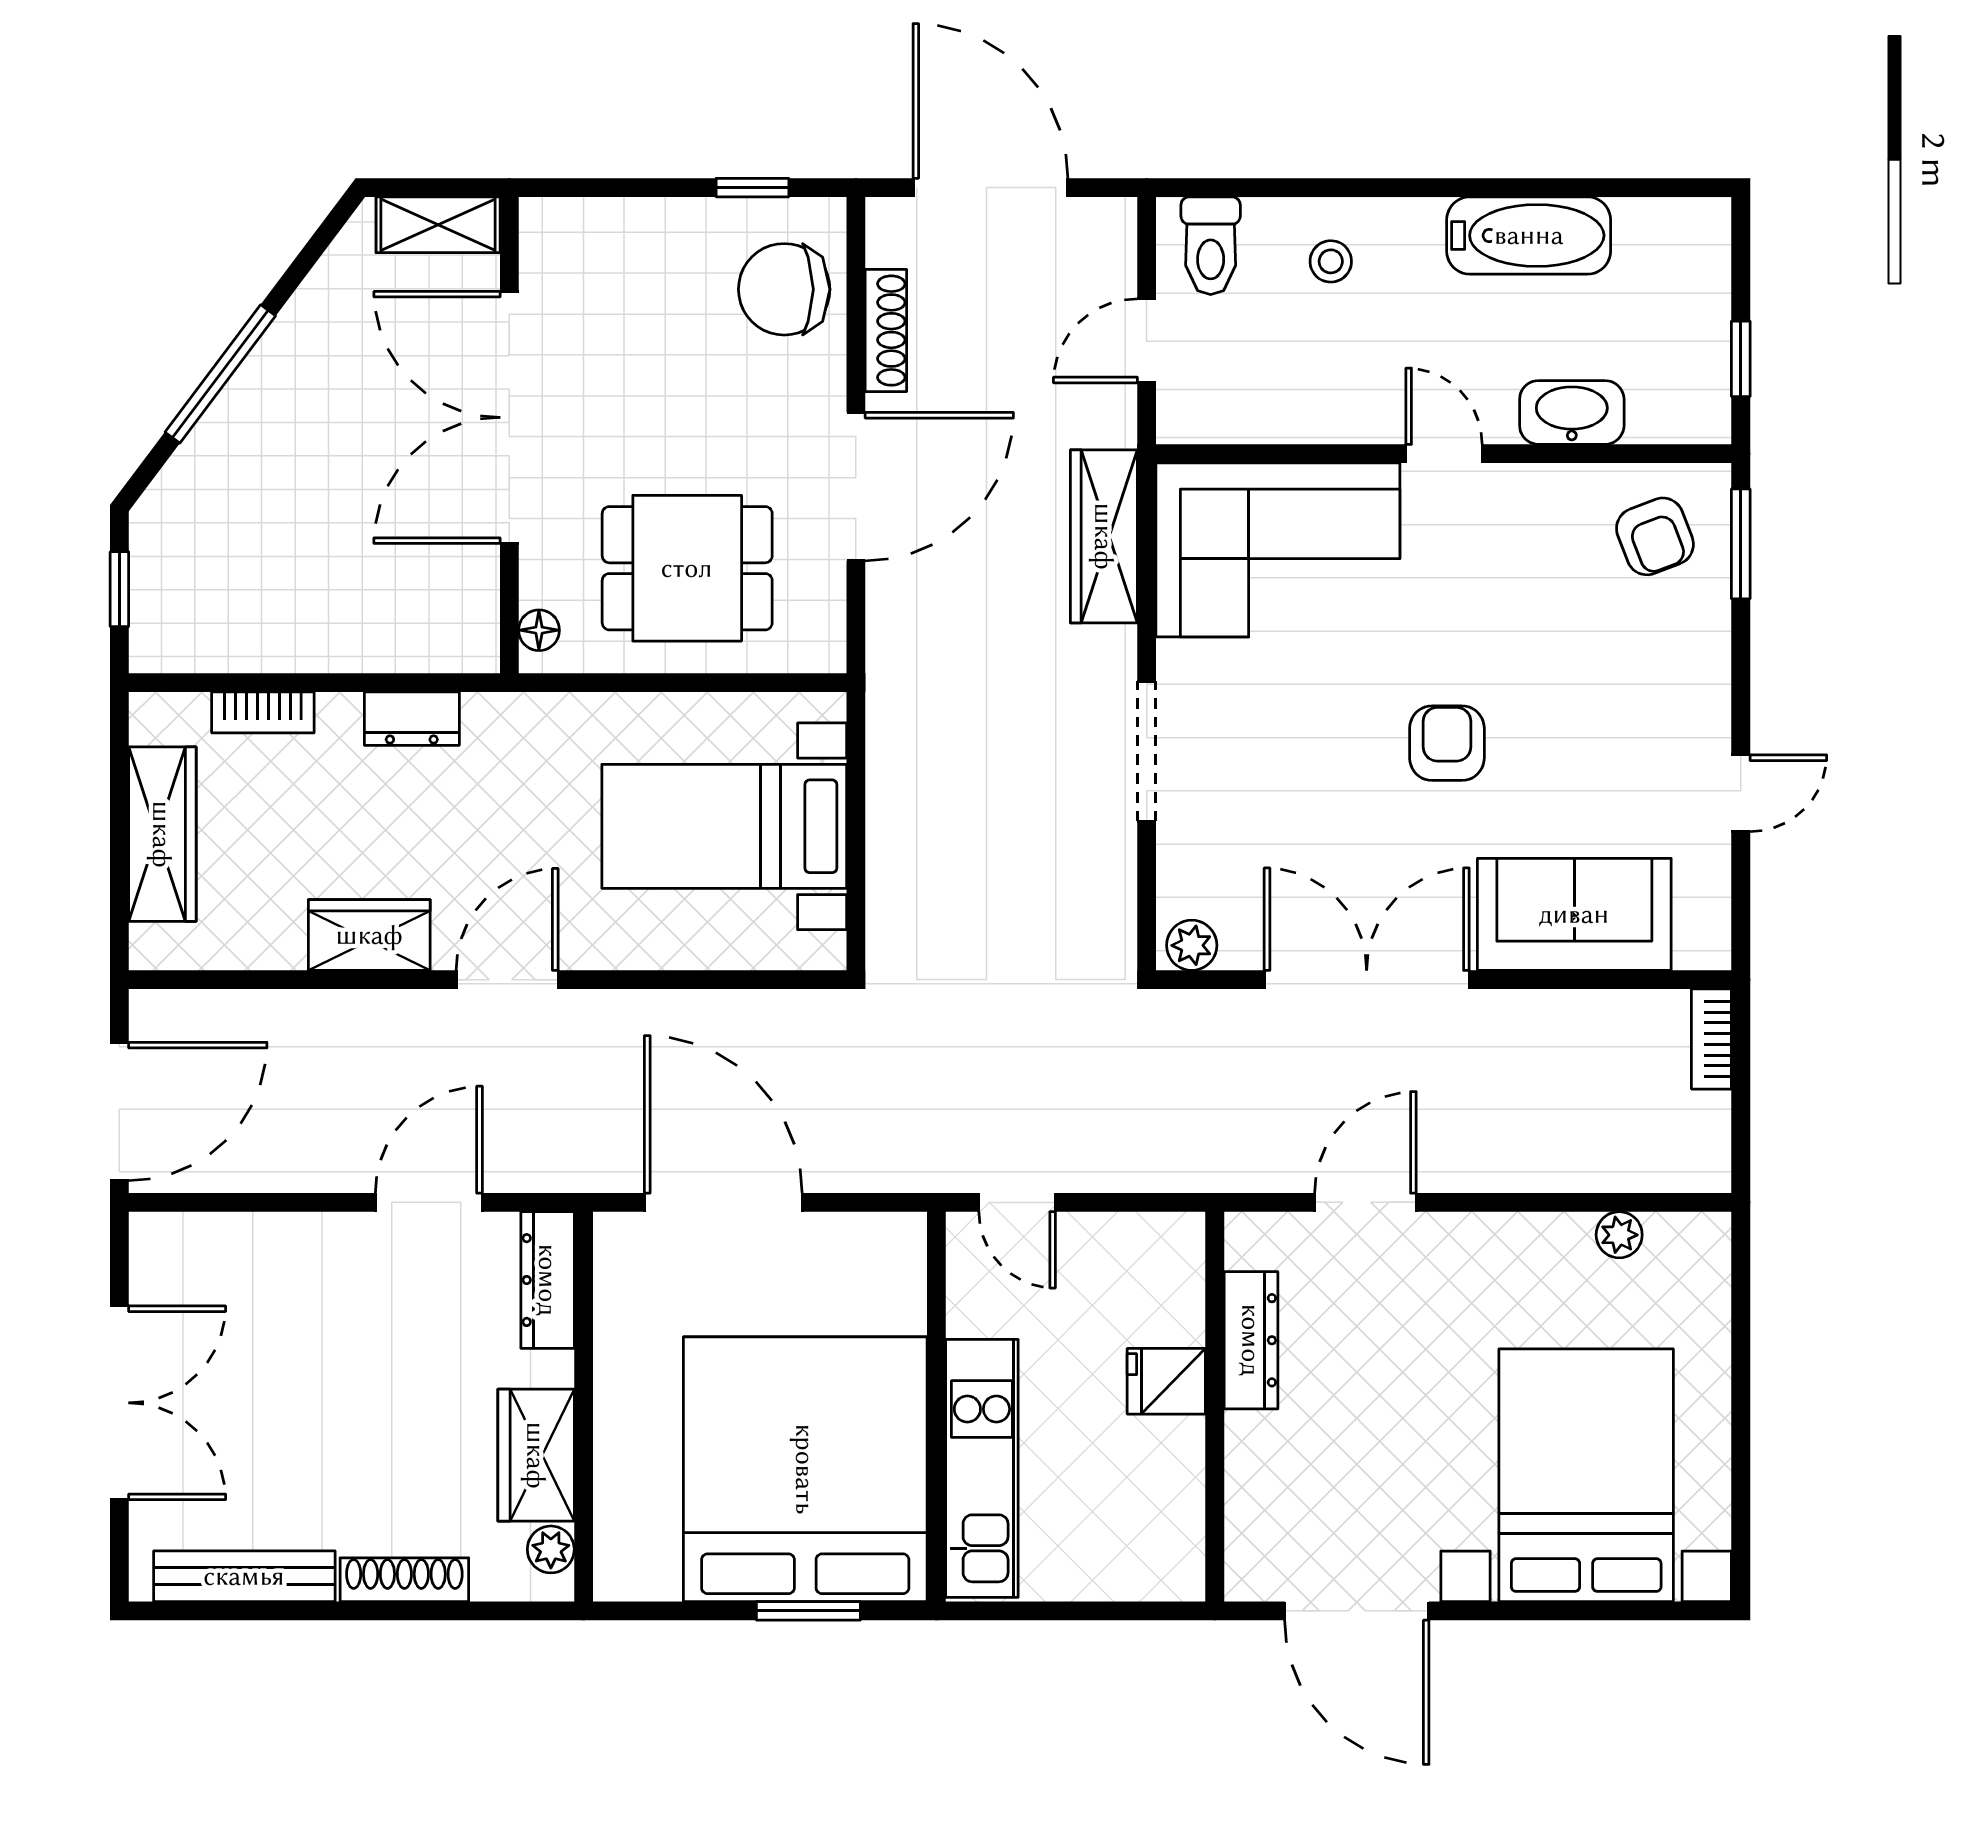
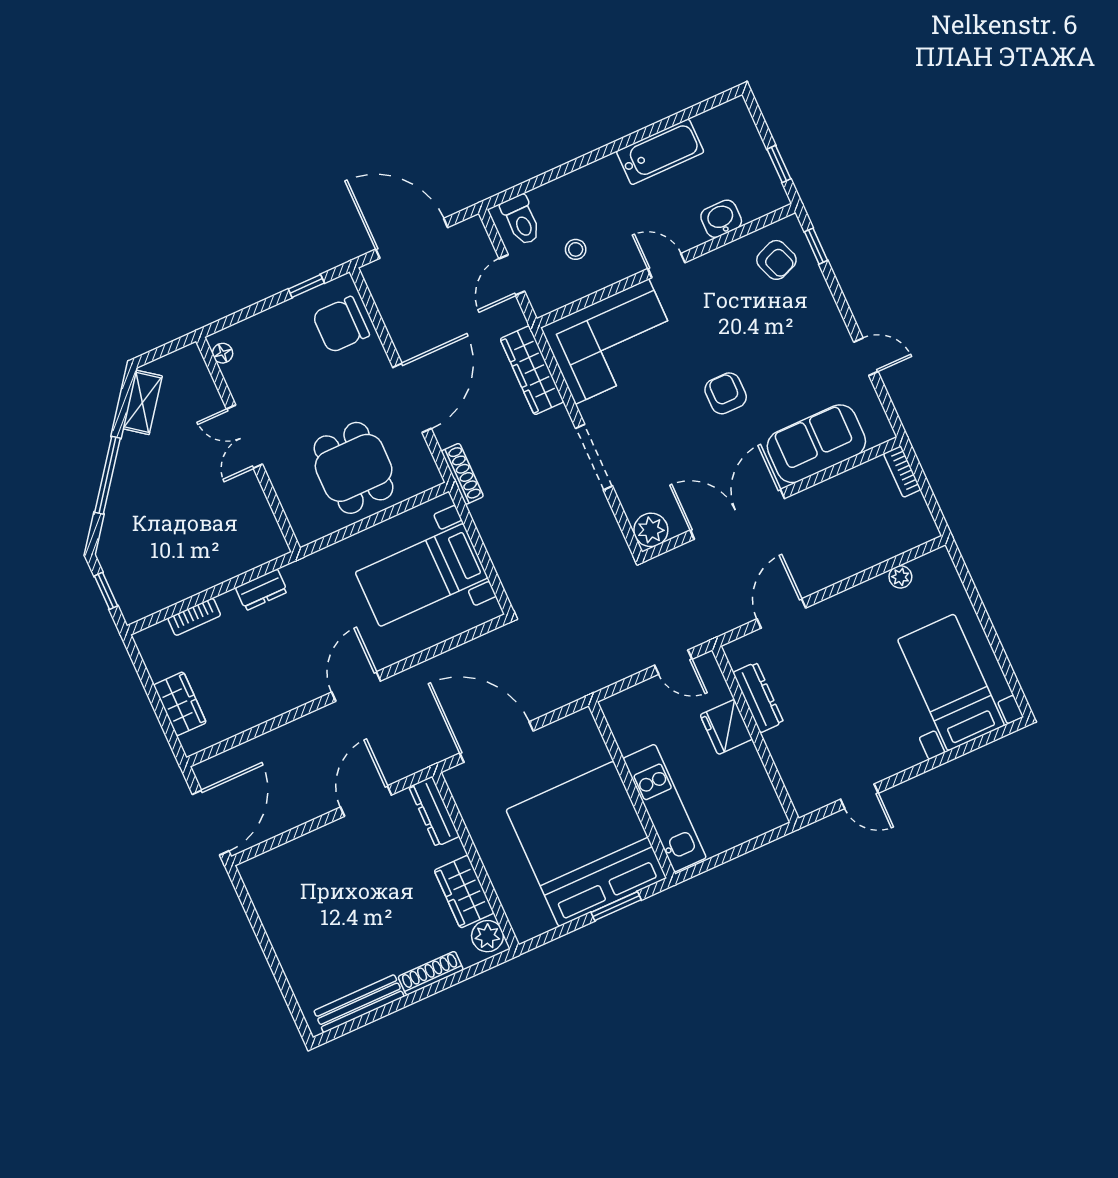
shelving: (438, 225) -> (142, 402), moved, turned -53
stool: (1331, 261) -> (576, 249), moved
shoe rack: (886, 331) -> (462, 474), moved
washbasin: (1572, 412) -> (721, 219), width x0.72
double door: (509, 417) -> (244, 437), width x0.54
window: (1741, 544) -> (816, 246), width x0.67
dining table: (687, 568) -> (354, 468), turned 90
floor lamp: (539, 630) -> (223, 353), moved
door: (1741, 793) -> (866, 357), hinge flipped
wardrobe: (162, 834) -> (180, 704), width x0.67
wardrobe: (369, 935) -> (286, 694), removed
plant: (1192, 945) -> (651, 530), width x1.38, depth x1.38
door: (1017, 1202) -> (673, 662), moved
fridge: (1166, 1381) -> (726, 727), width x1.38
double door: (119, 1403) -> (269, 952), removed
bed with nightstands: (1586, 1475) -> (951, 682), width x0.73
plant: (551, 1549) -> (487, 936), width x1.38, depth x1.38
door: (1357, 1611) -> (859, 796), width x0.53

